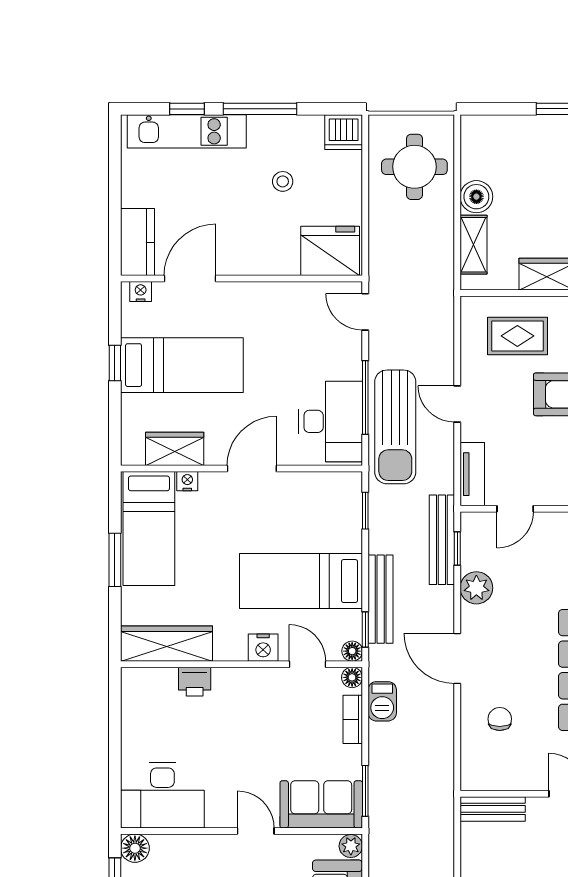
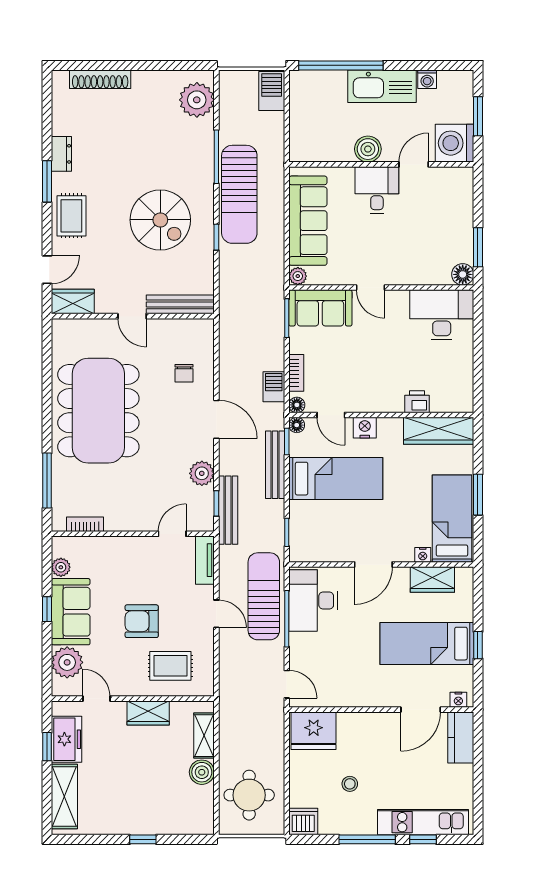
bench: (493, 809) -> (180, 304), width x1.36

